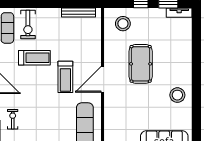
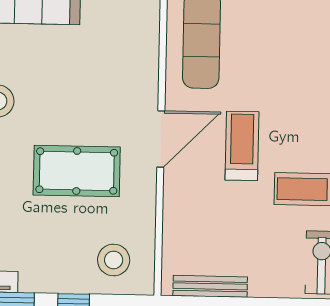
pool table: (141, 64) -> (77, 171), turned 90

